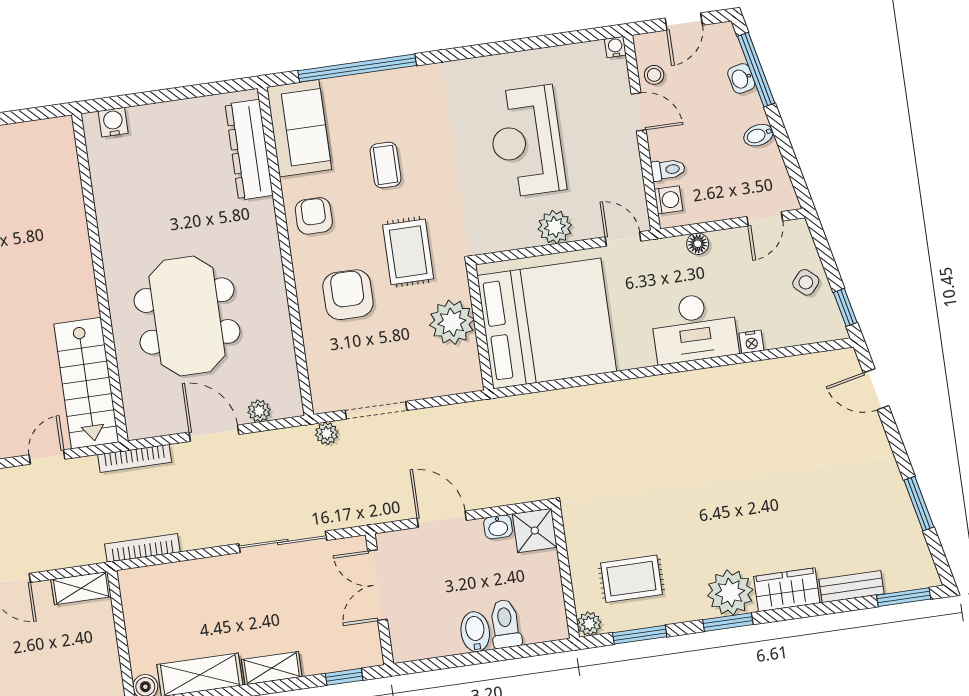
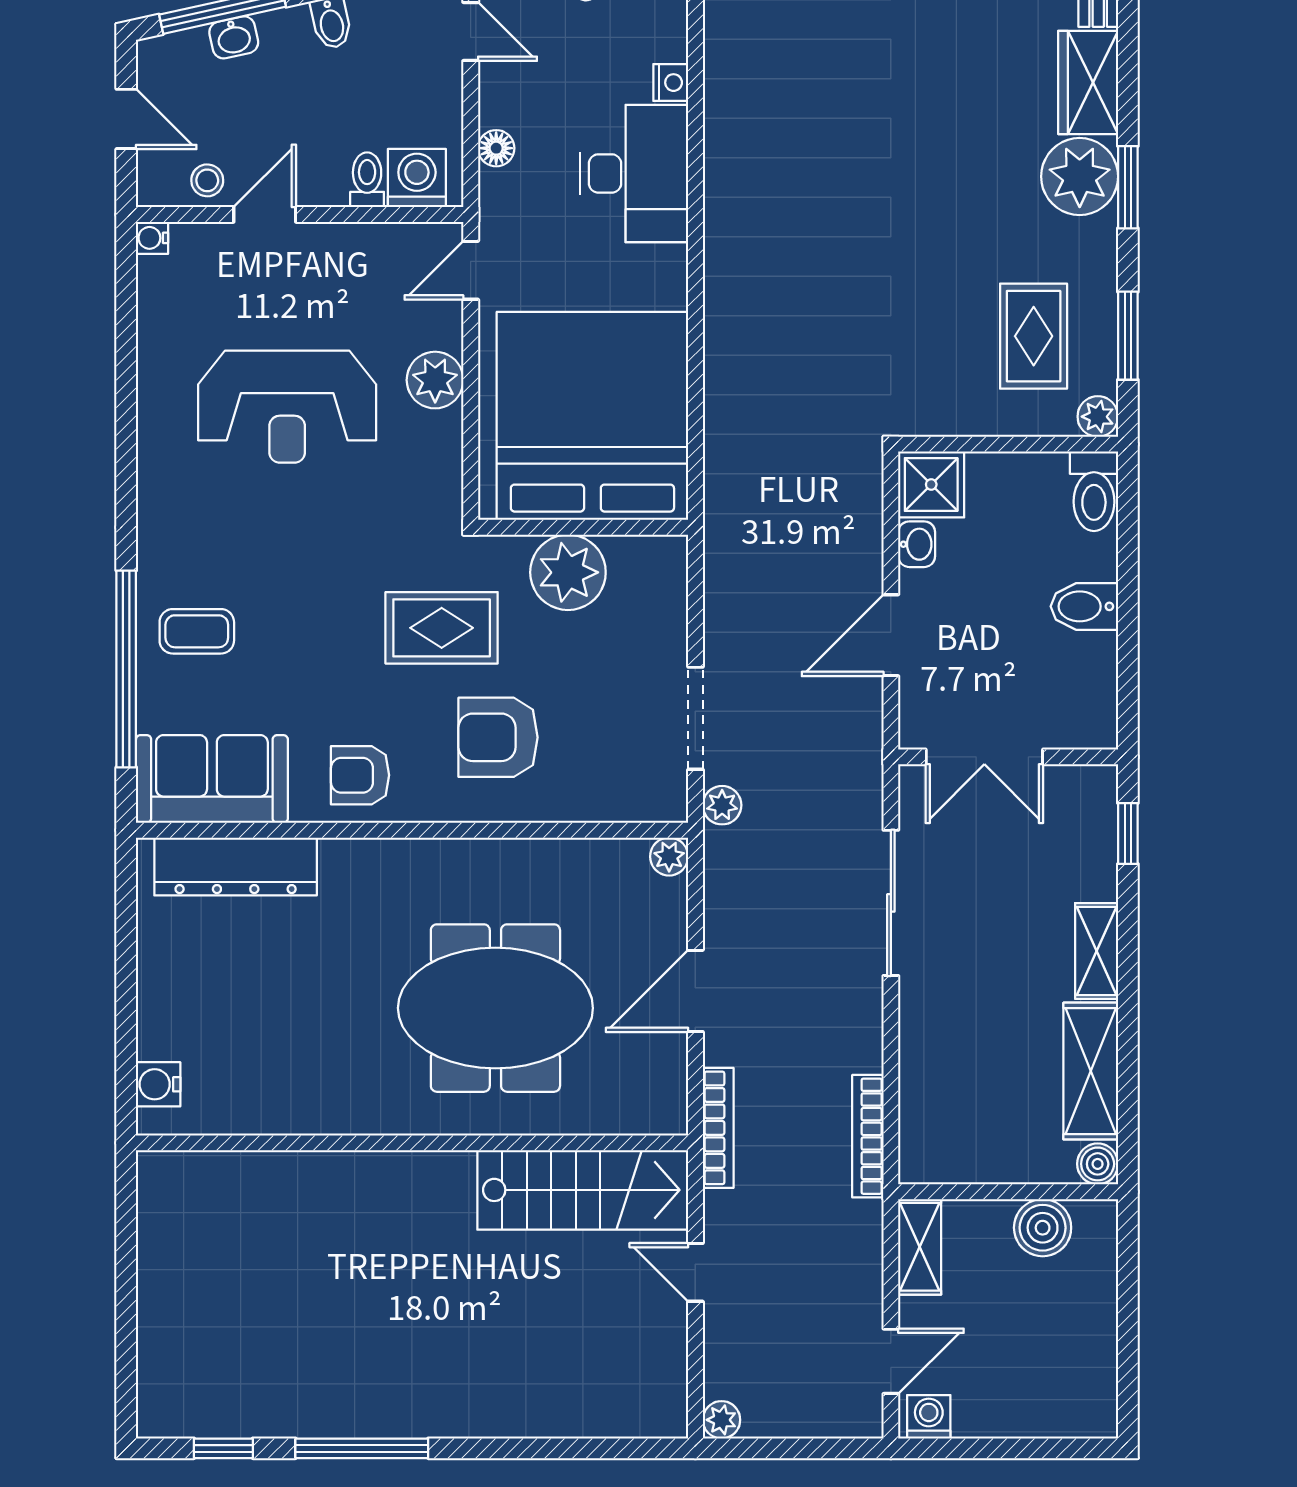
coffee table: (386, 165) -> (197, 631), moved
washing machine: (668, 200) -> (417, 178), width x1.38, depth x1.38
plant: (259, 411) -> (669, 857), moved
toilet: (505, 624) -> (1094, 491), moved, turned -90
boiler: (103, 659) -> (1043, 1228), added

